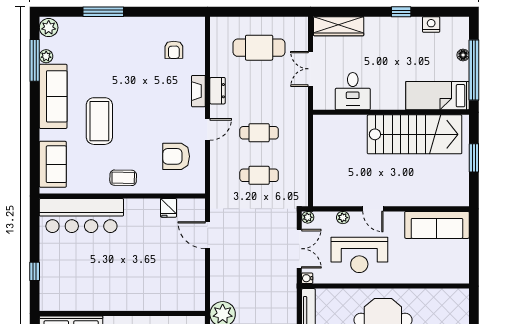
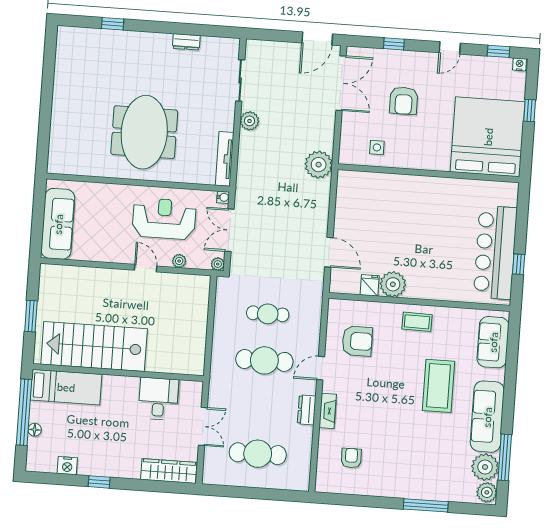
plant: (46, 56) -> (485, 467), width x1.88, depth x1.88
cafe table: (259, 133) -> (264, 360), width x1.37, depth x1.35
plant: (147, 210) -> (393, 284), added
bar counter: (81, 215) -> (495, 252), moved, turned -90
sofa: (437, 225) -> (58, 224), moved, turned 90
window: (35, 271) -> (519, 264), moved

